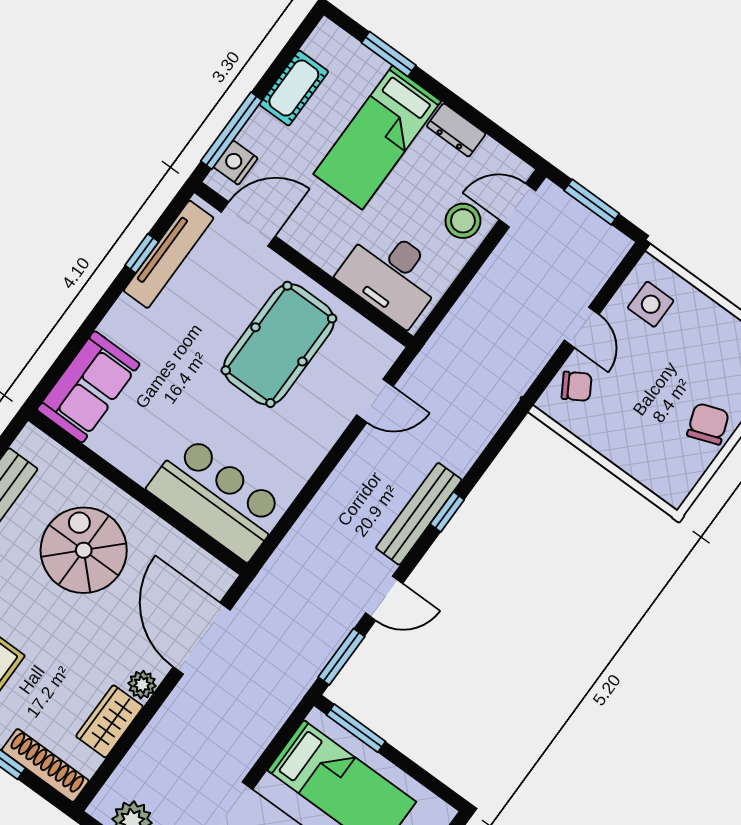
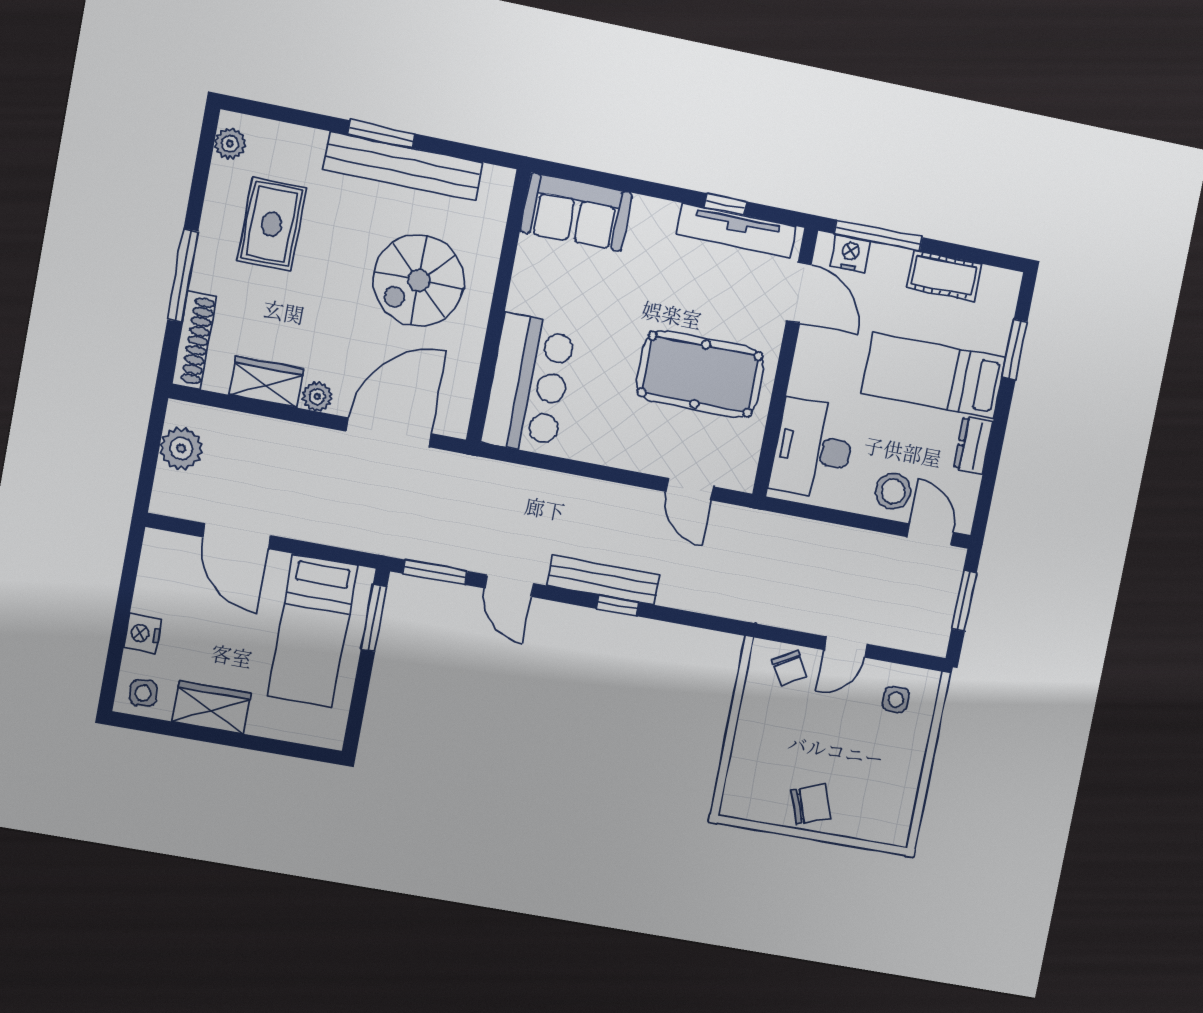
side table: (651, 304) -> (896, 700), width x0.73, depth x0.73
spiral stairs: (84, 550) -> (419, 280), turned 180

